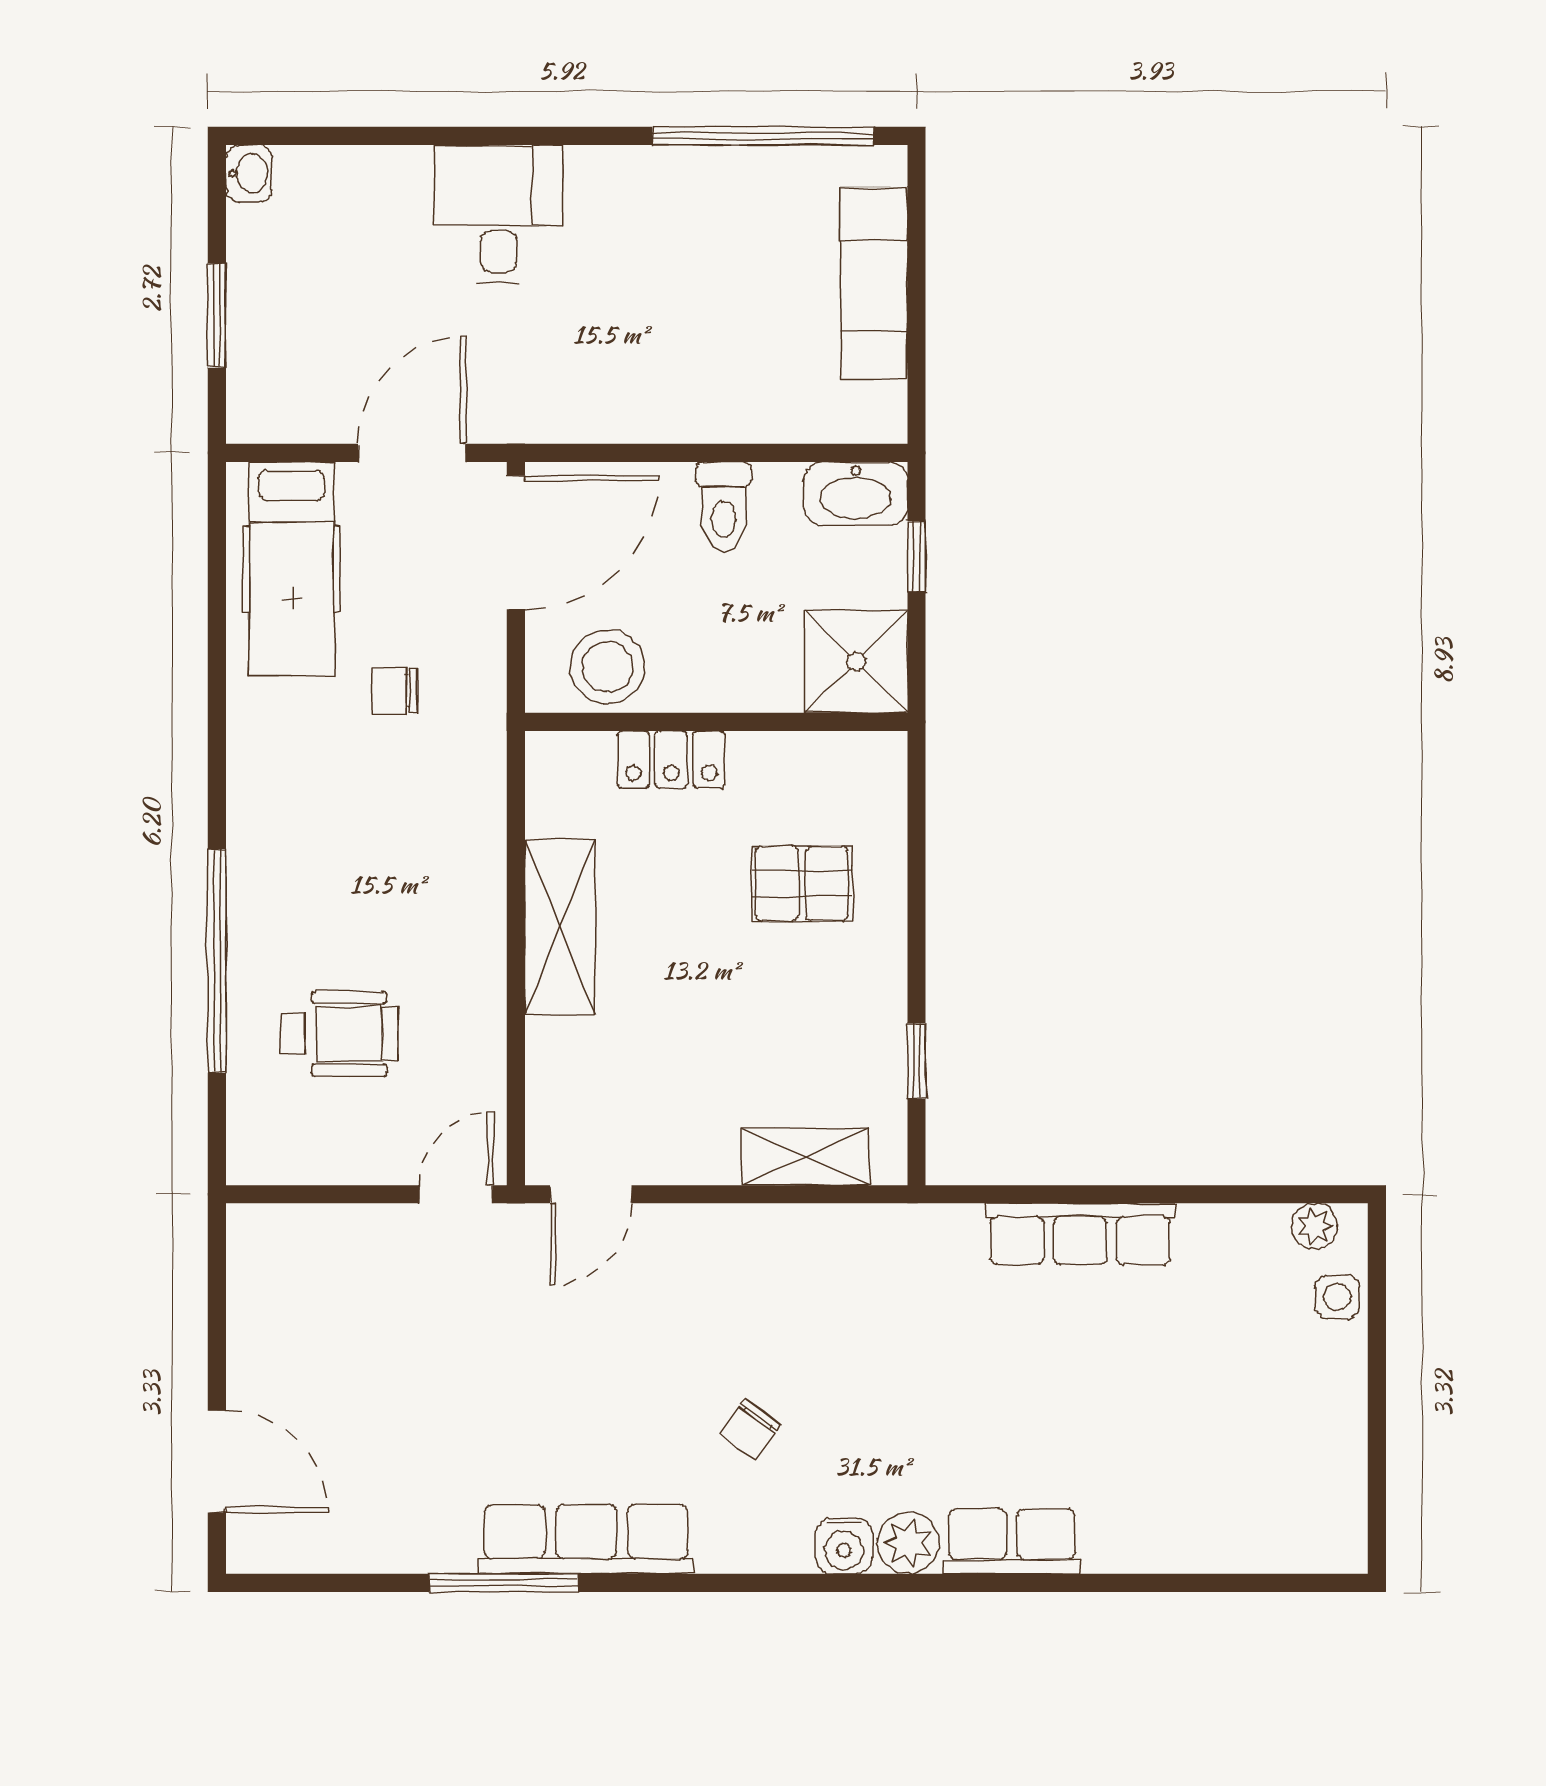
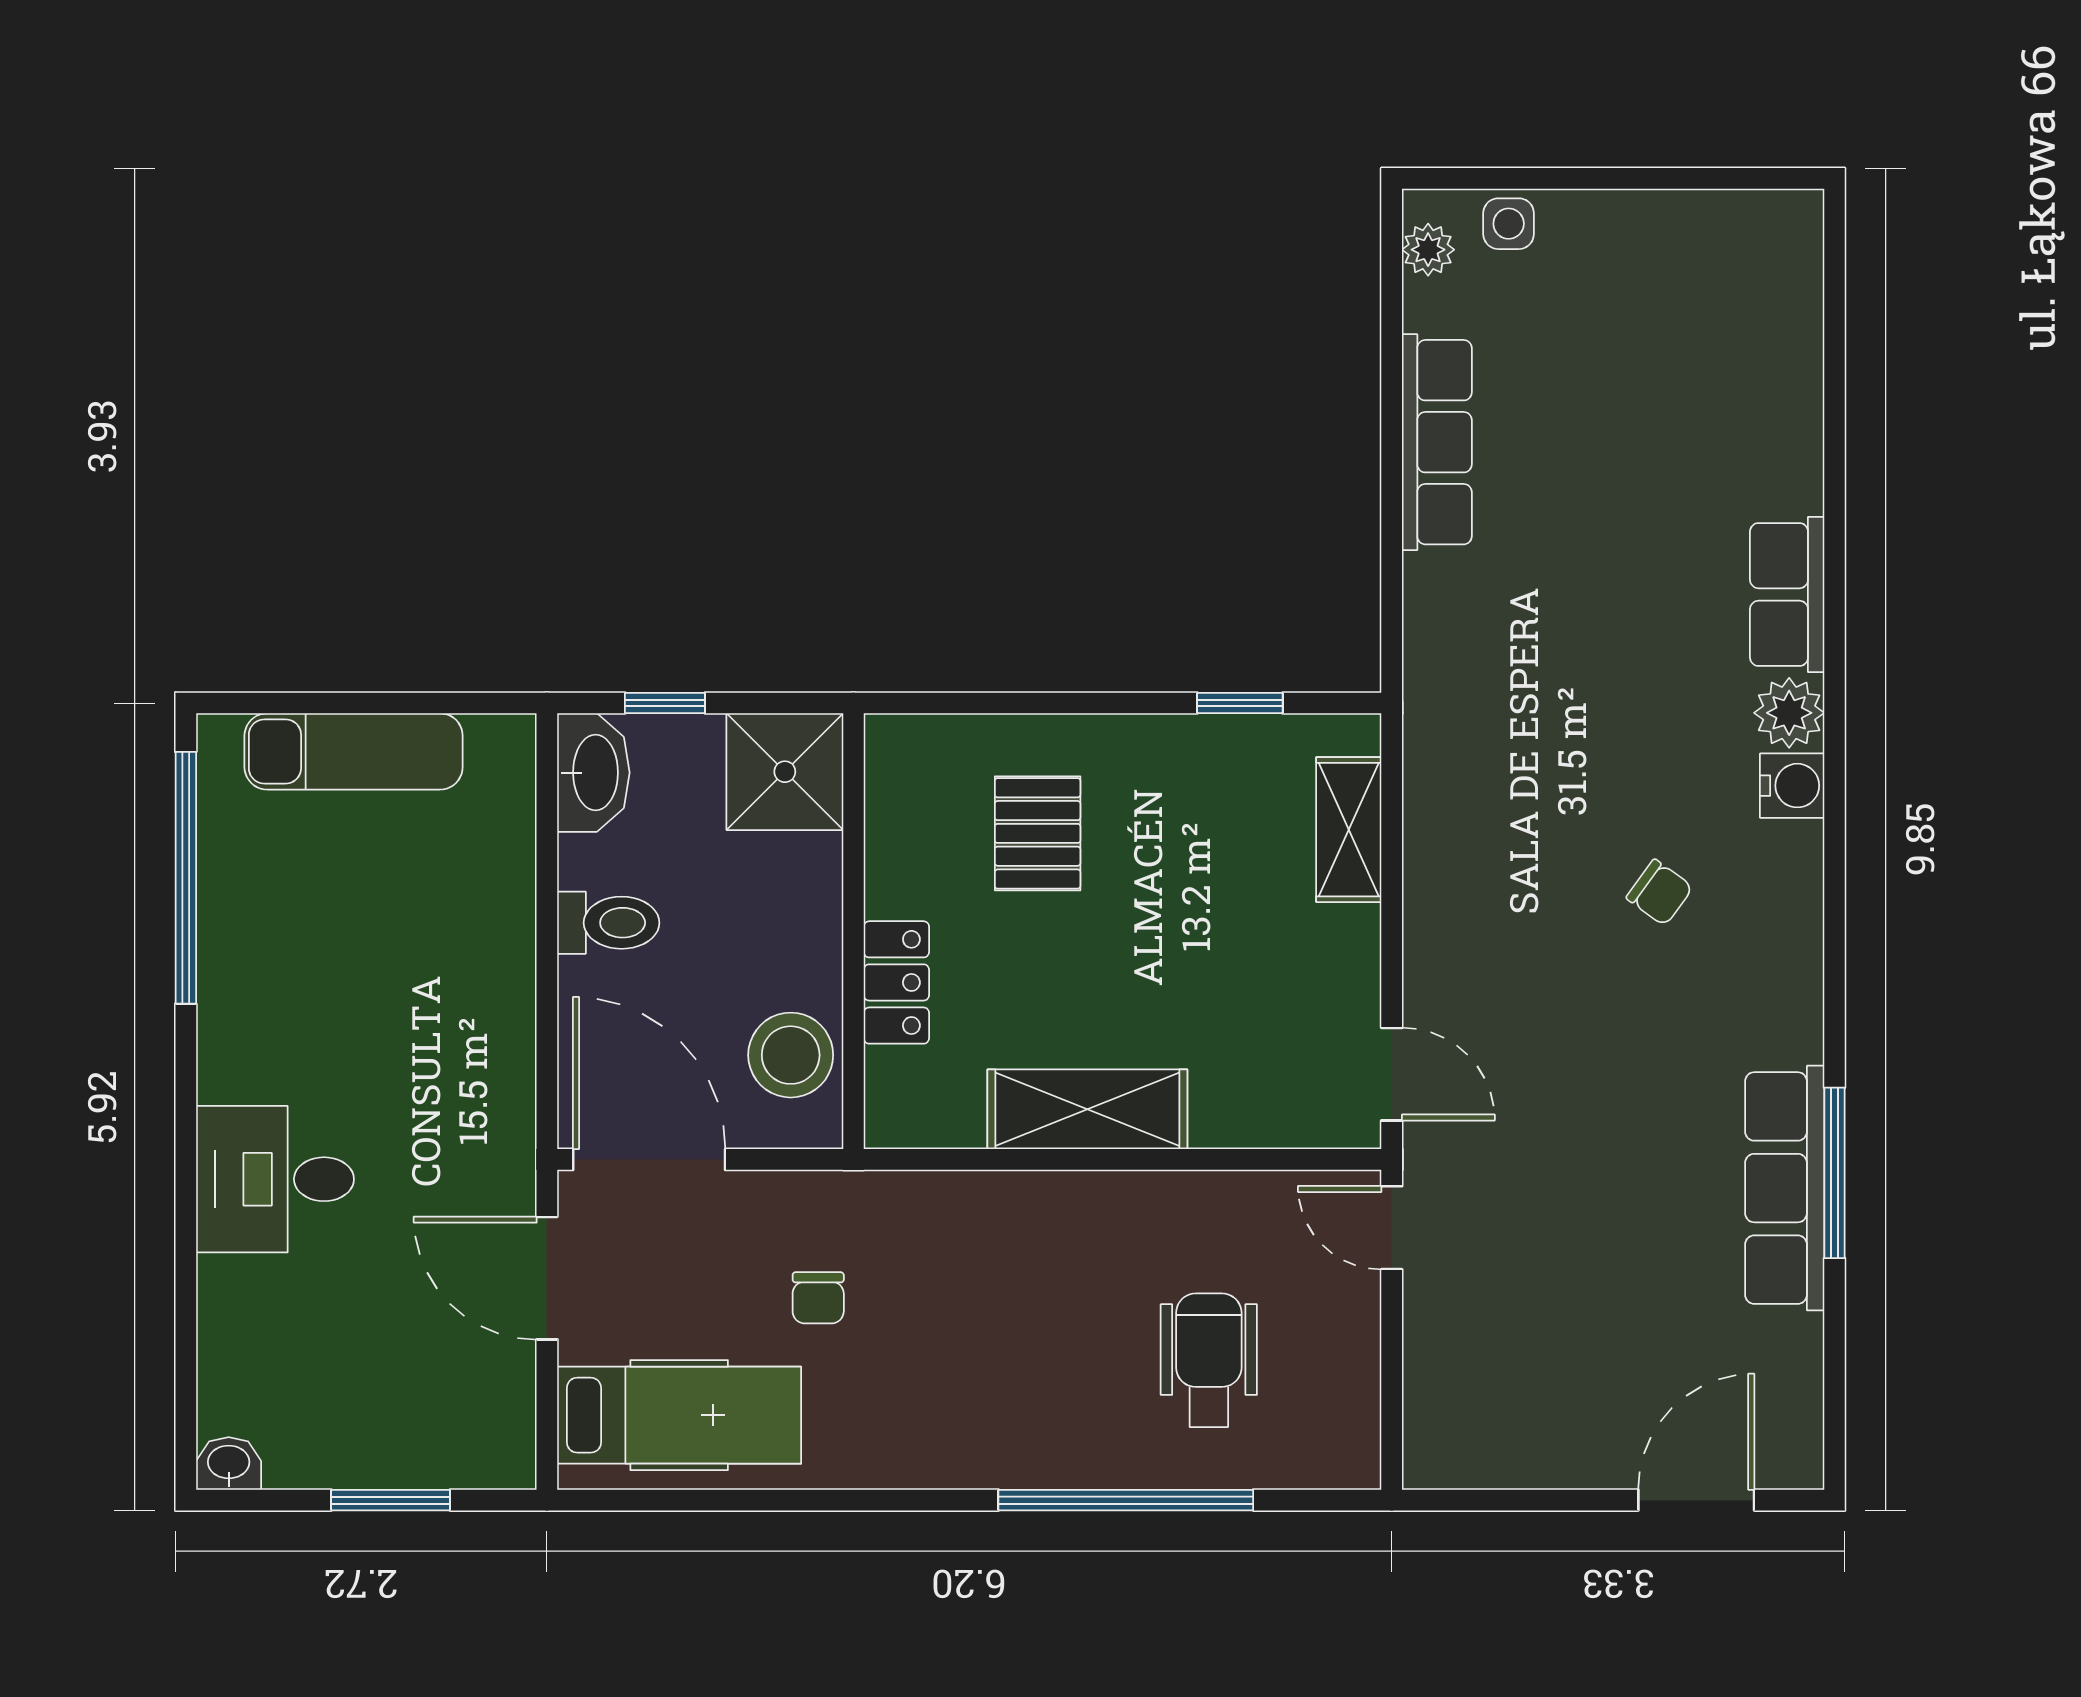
row of seats: (1080, 1234) -> (1437, 442), moved
row of seats: (586, 1539) -> (1785, 1188), moved

